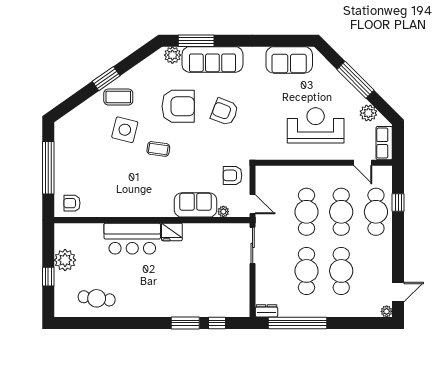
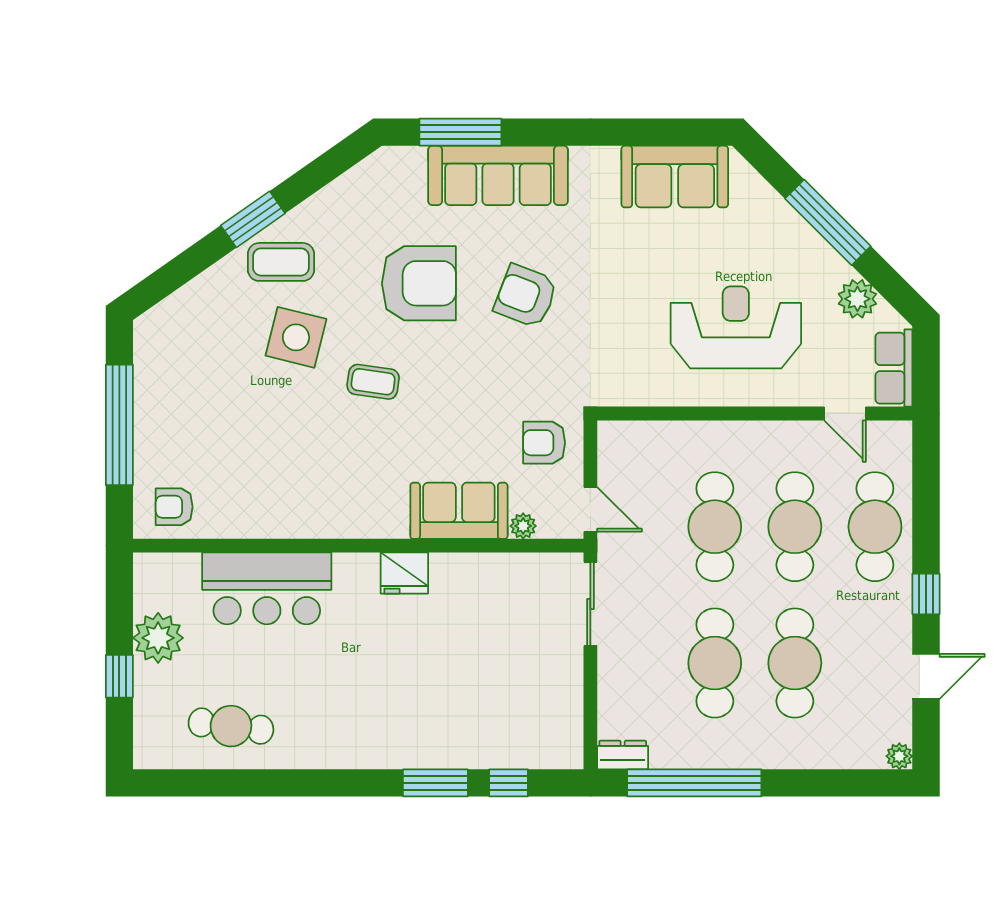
plant: (172, 55) -> (406, 165), removed
window: (398, 203) -> (926, 594), moved
bar counter: (132, 239) -> (267, 588), moved
door: (398, 292) -> (926, 676), moved

